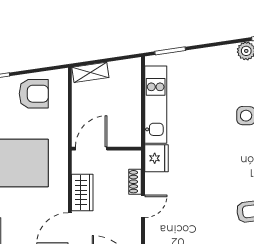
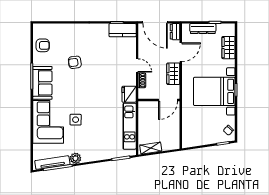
shelving: (90, 72) -> (151, 148), moved
armchair: (34, 94) -> (202, 133), removed
door: (143, 206) -> (137, 66), swing flipped

